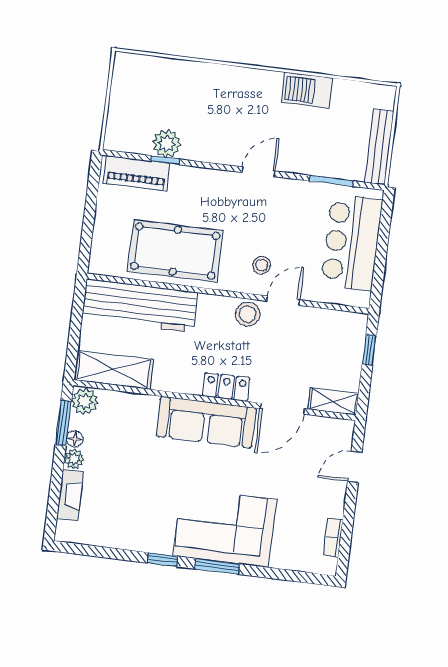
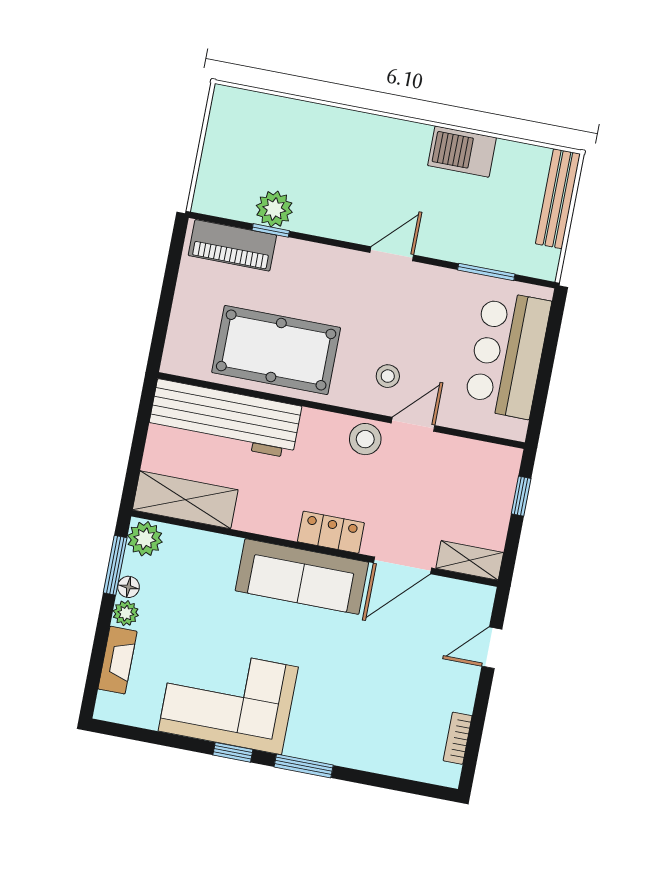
bench: (379, 147) -> (558, 199), moved
corner sofa: (225, 528) -> (228, 699), moved

